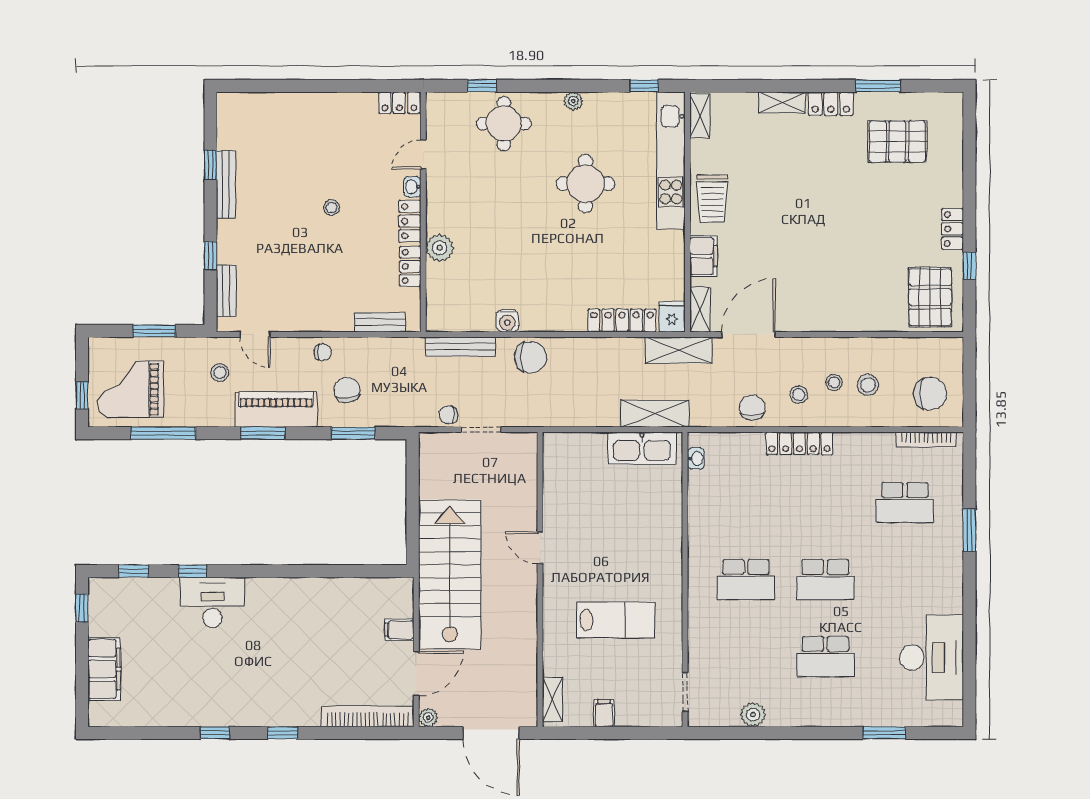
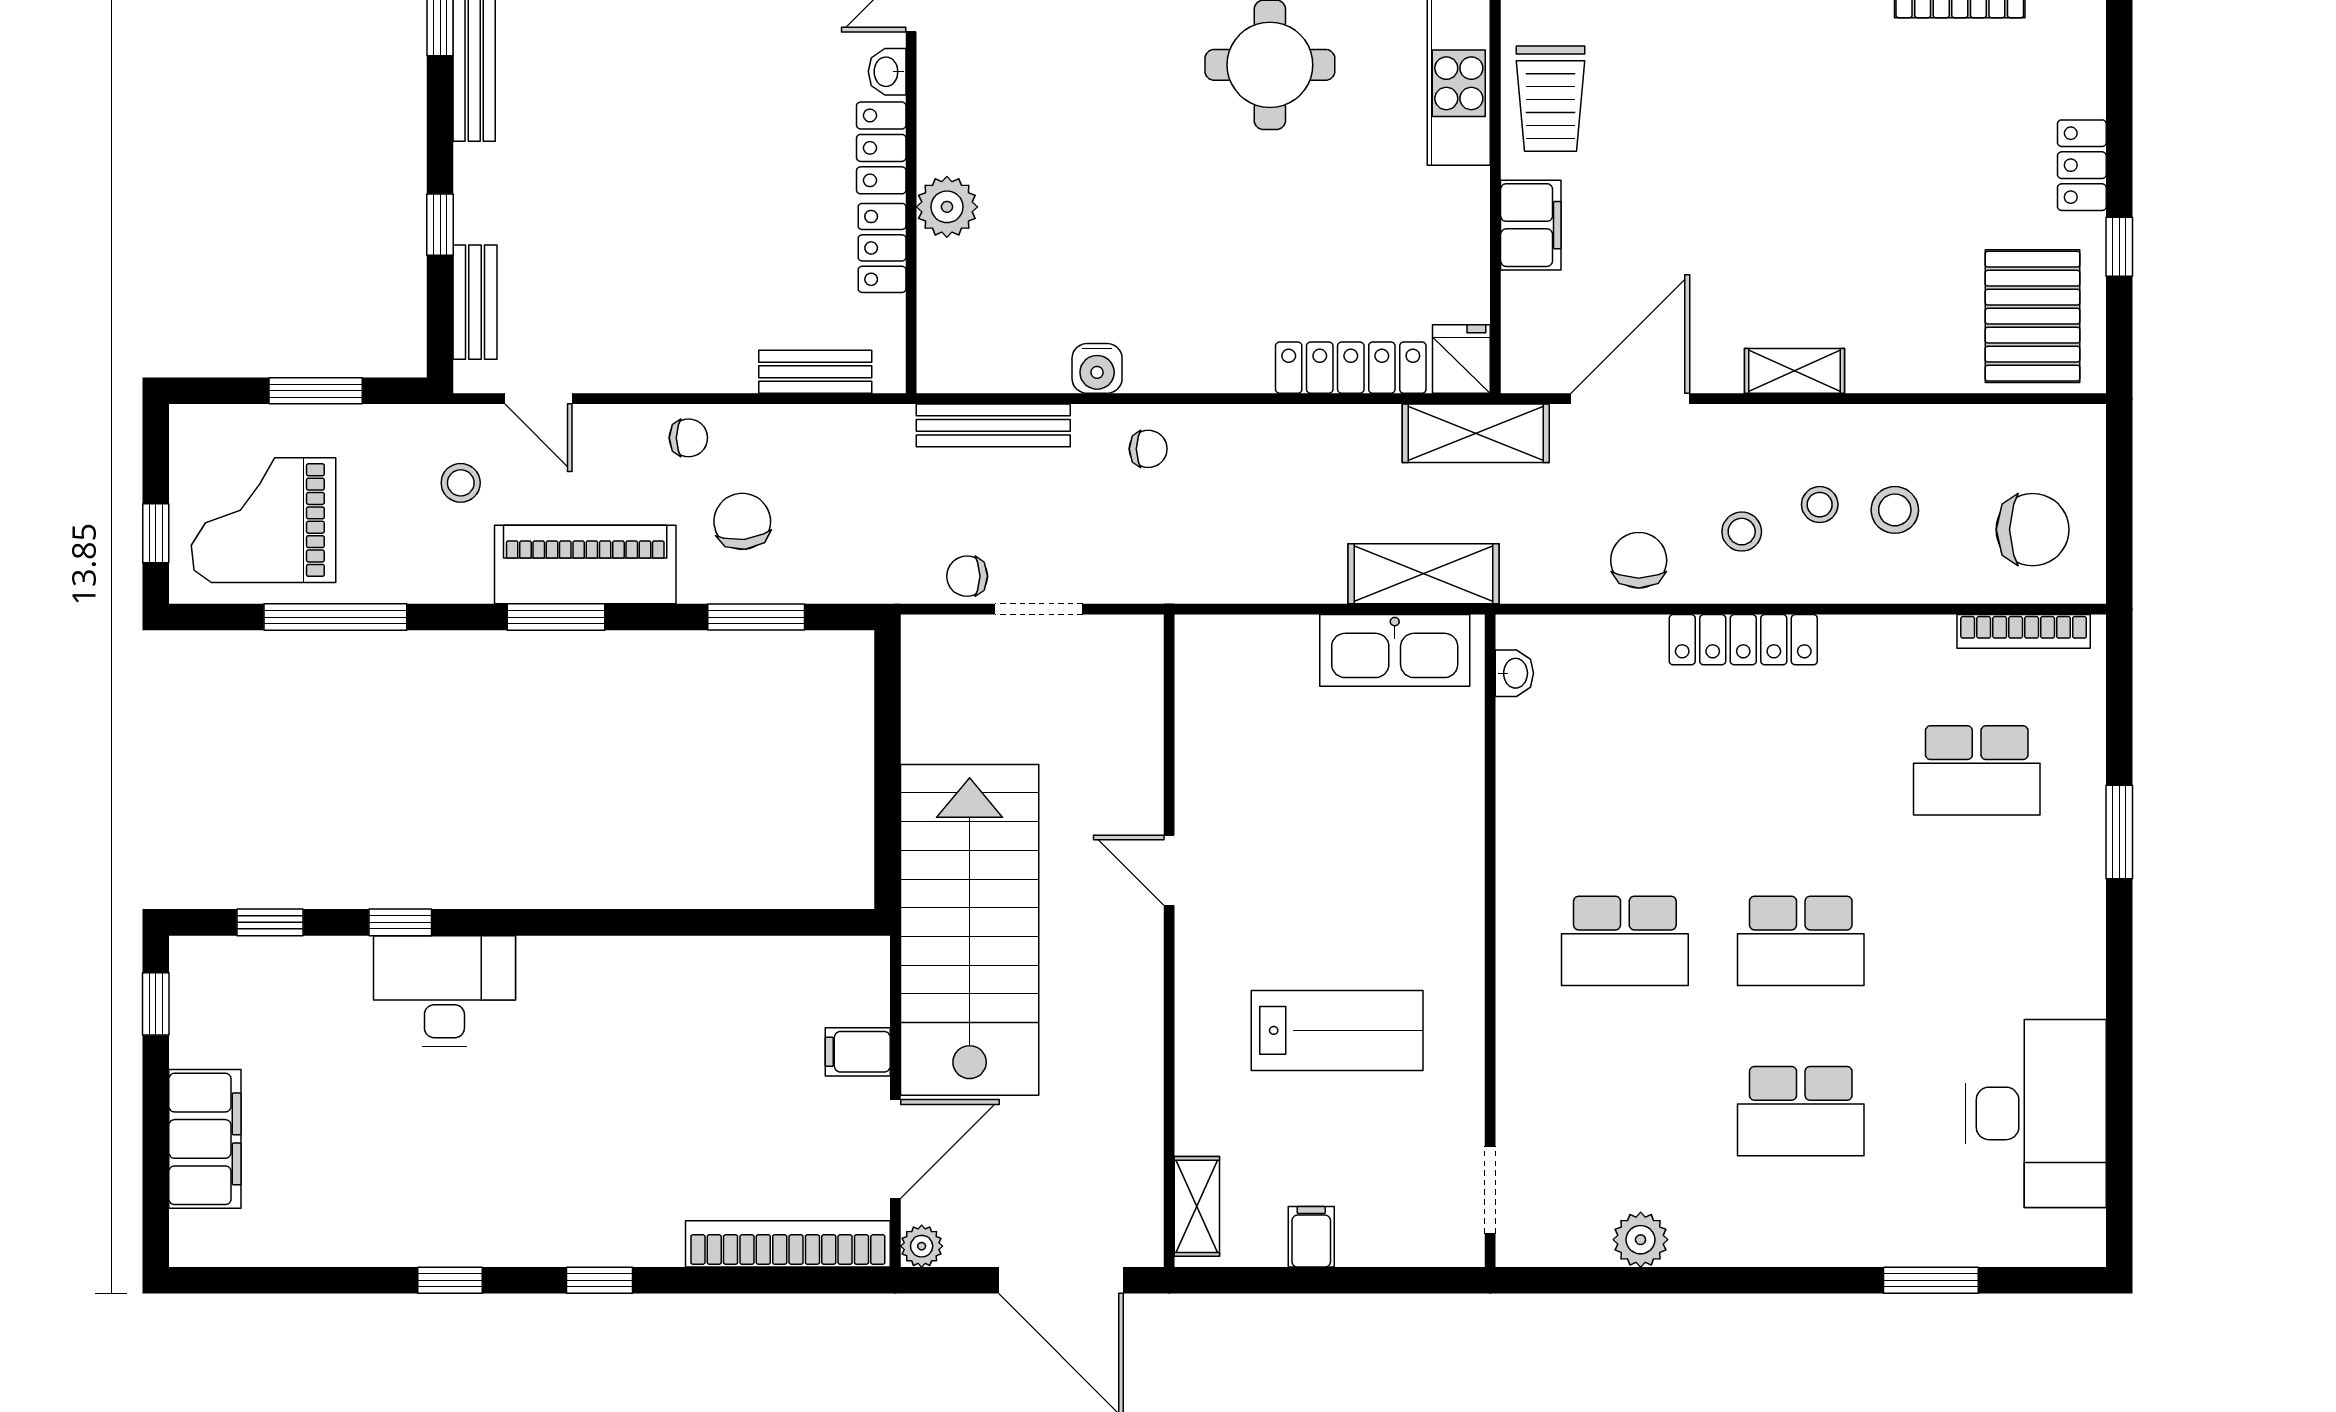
stool: (332, 208) -> (708, 118), removed
shelving: (700, 310) -> (1794, 371), moved, turned 90
chair: (530, 357) -> (1148, 449), width x0.54, depth x0.54

